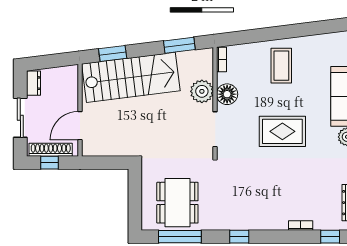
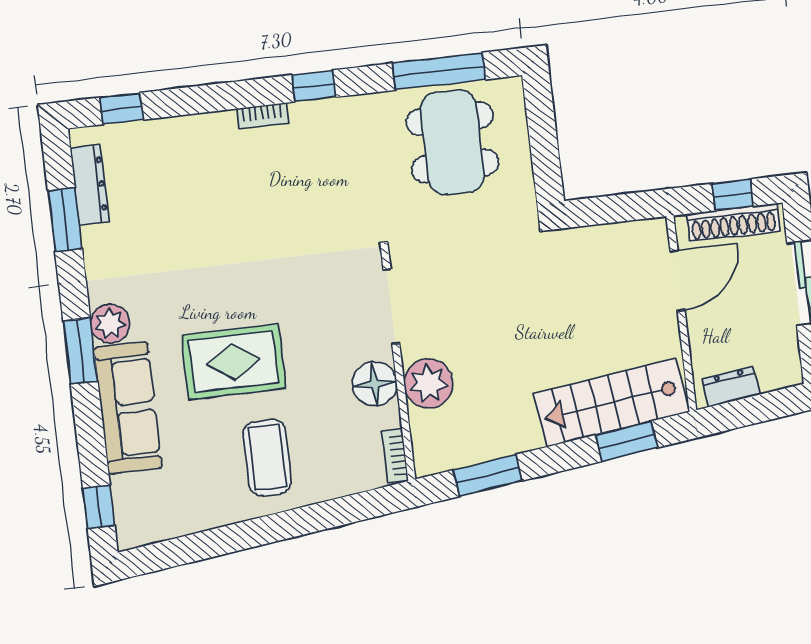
stairs: (131, 77) -> (611, 403), width x0.73, depth x0.66
dresser: (33, 83) -> (731, 387), moved, turned 83
rug: (282, 131) -> (234, 362), moved
bookcase: (301, 225) -> (262, 116), moved

